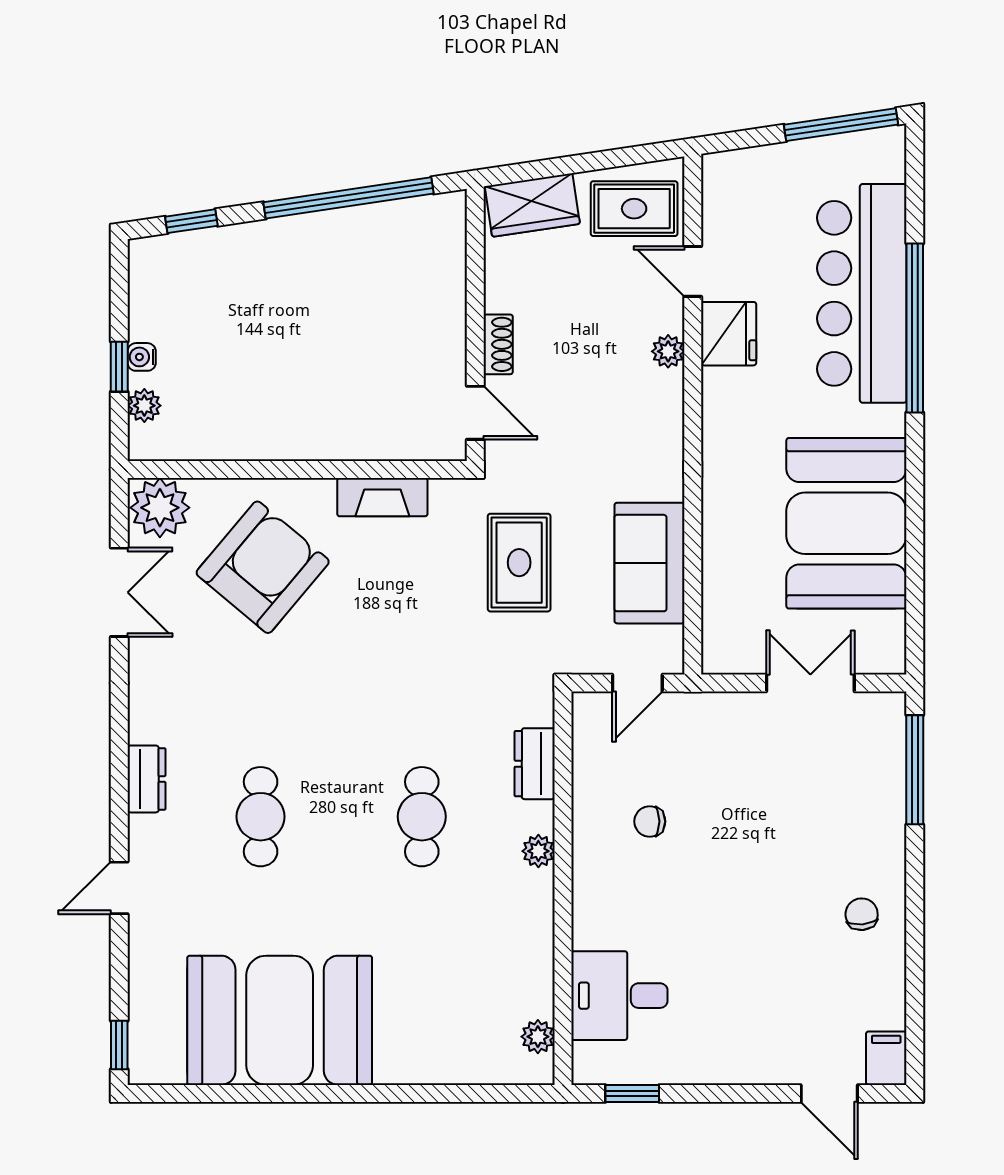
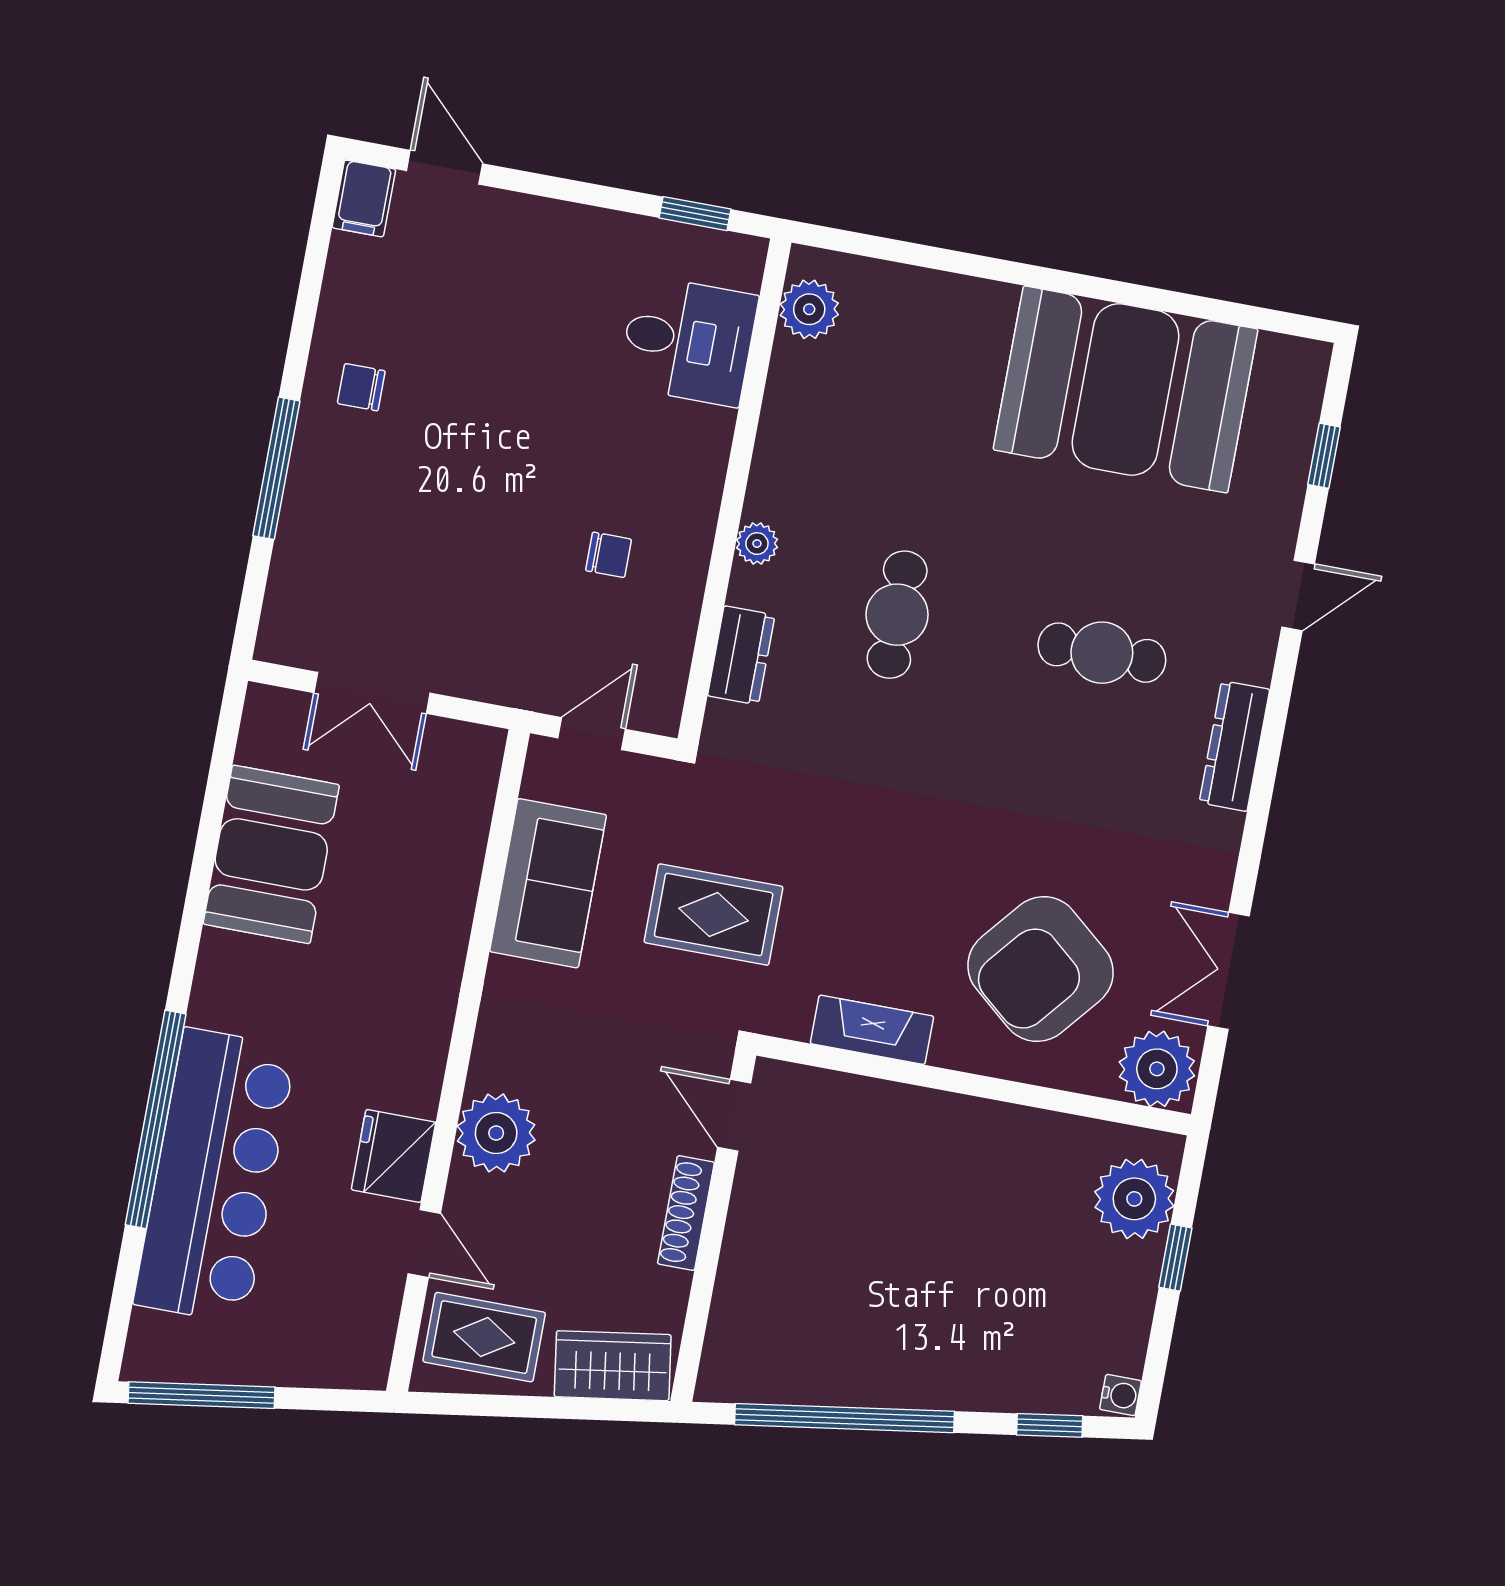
shoe rack: (498, 344) -> (686, 1213), width x1.43
plant: (668, 351) -> (496, 1133), width x1.88, depth x1.88
water cooler: (142, 357) -> (1121, 1395), moved
plant: (144, 406) -> (1134, 1199), width x1.87, depth x1.87
booth: (846, 523) -> (271, 854), width x0.73, depth x0.70
rug: (519, 563) -> (714, 915), turned 90
window: (915, 770) -> (276, 468), moved
dresser: (147, 779) -> (1234, 746), width x1.44
cafe table: (261, 817) -> (1102, 653), turned 90
chair: (862, 914) -> (361, 387), turned 95
plant: (538, 1037) -> (809, 309), width x1.38, depth x1.38
window: (119, 1045) -> (1324, 456), moved

